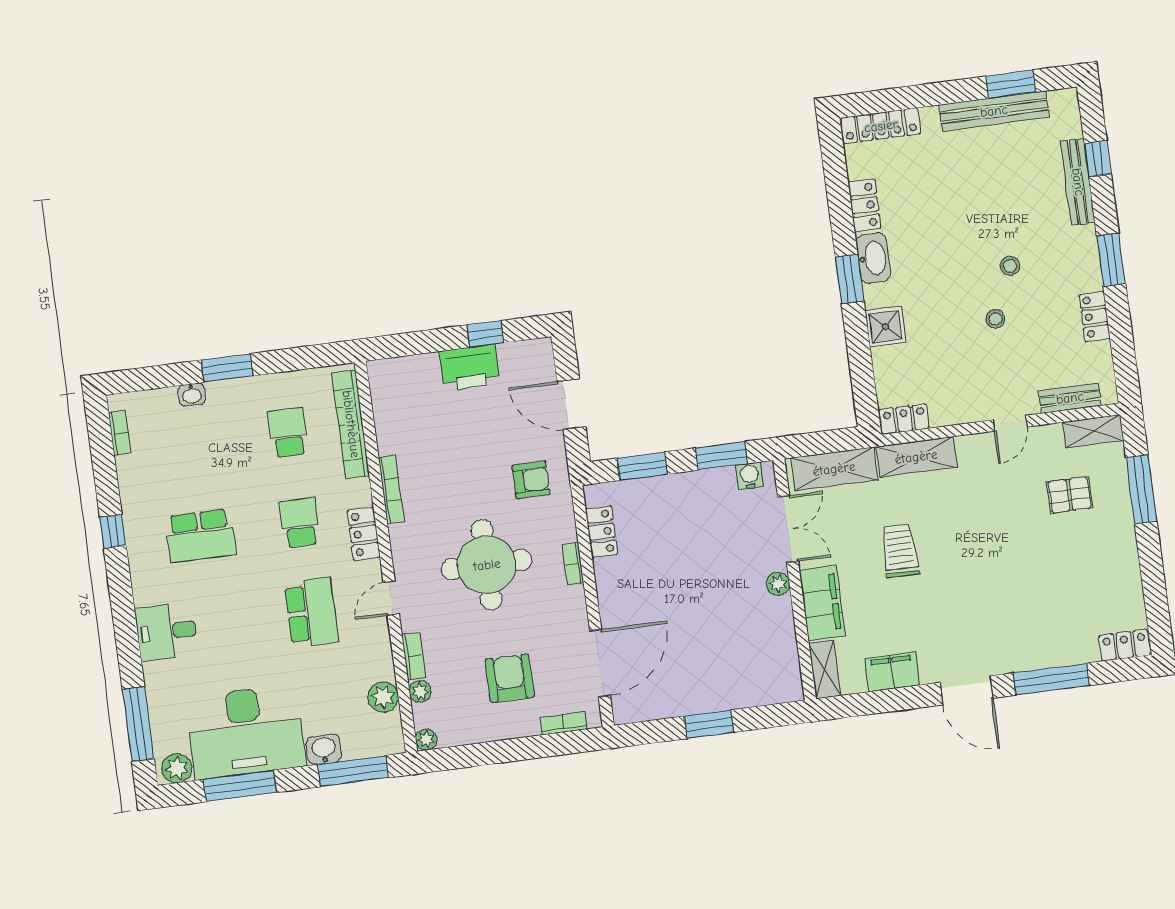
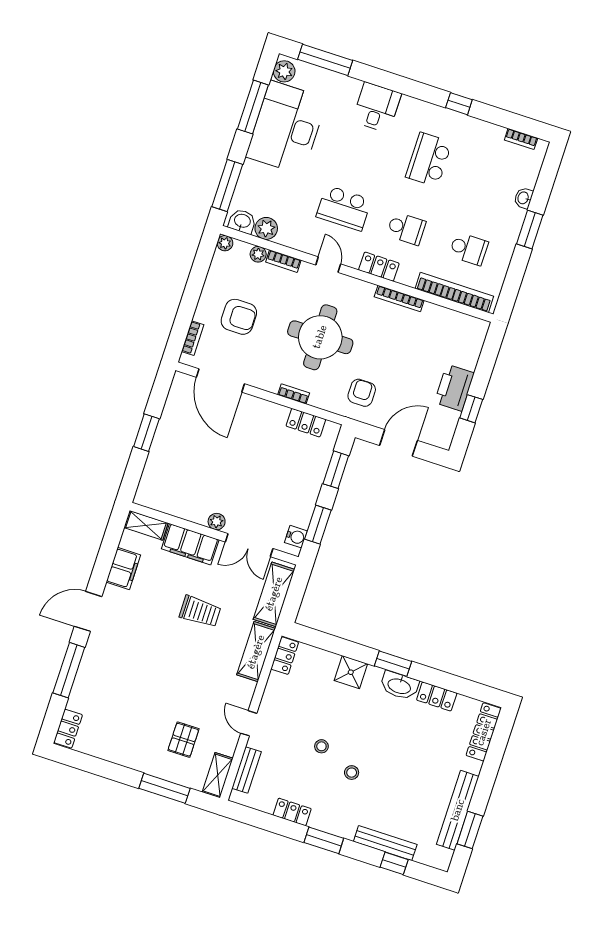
armchair: (531, 480) -> (362, 393), turned 180
washbasin: (324, 749) -> (242, 221), moved, turned -90

